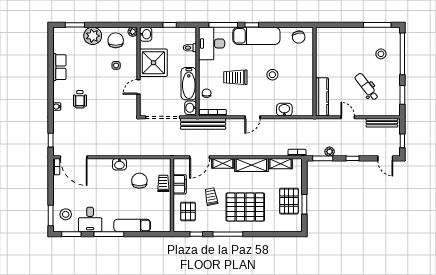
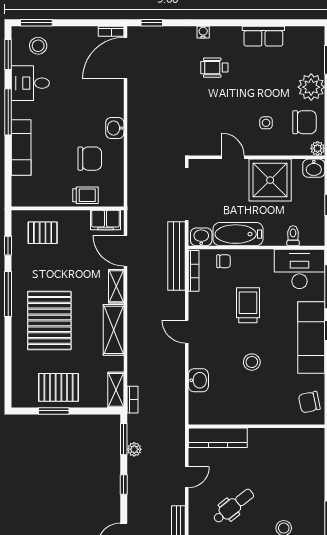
shelving: (280, 164) -> (116, 390), moved
filing cabinet: (180, 184) -> (106, 220), moved
trolley: (211, 197) -> (65, 268), removed

